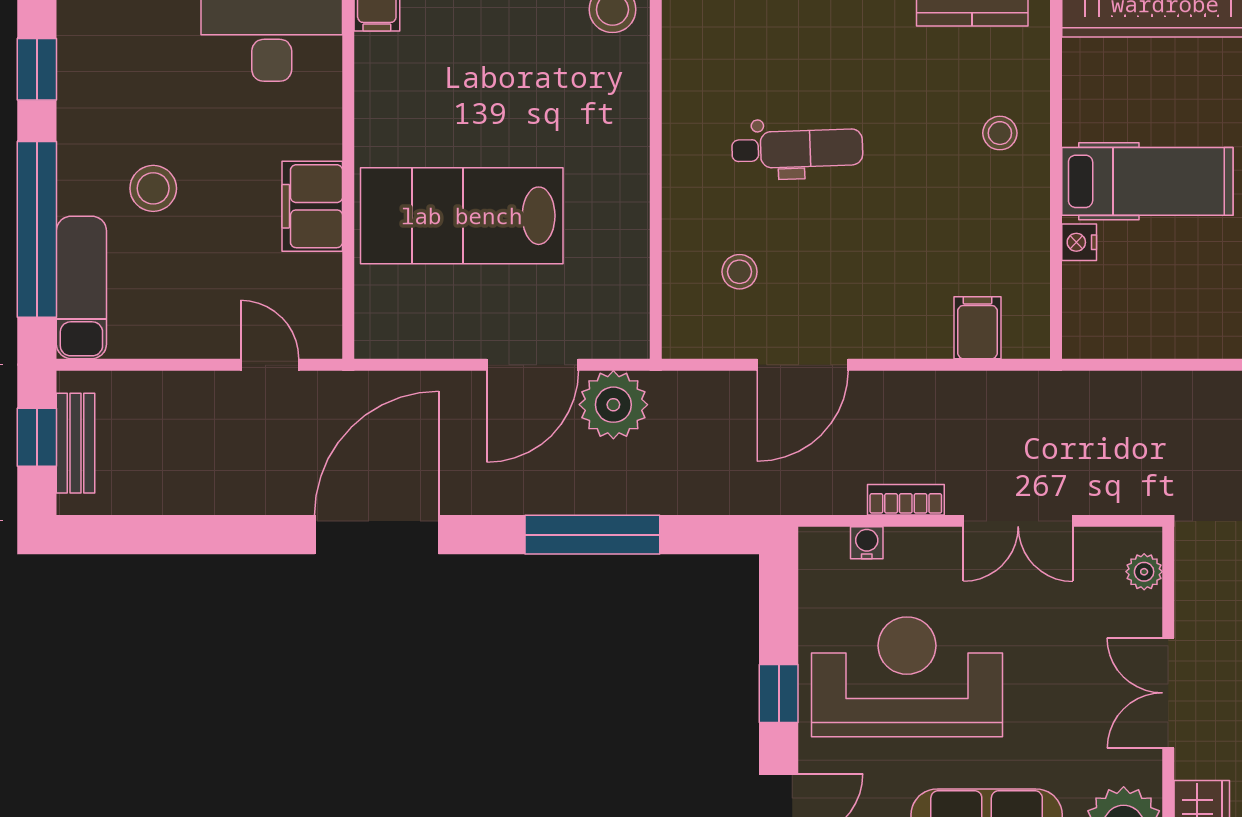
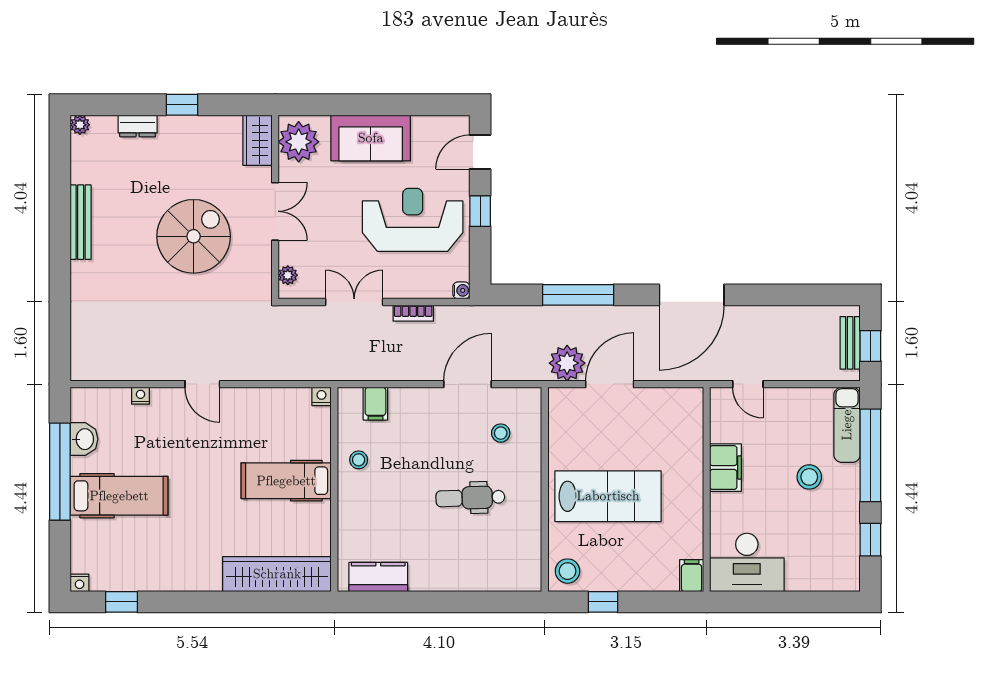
stool: (1000, 133) -> (359, 460), moved
lab bench: (462, 216) -> (608, 496), moved
nightstand: (1079, 242) -> (321, 396), moved, turned -90
water cooler: (867, 543) -> (461, 290), moved, turned -90
reception desk: (907, 677) -> (413, 220), turned 180

